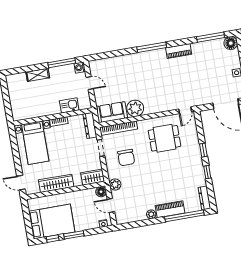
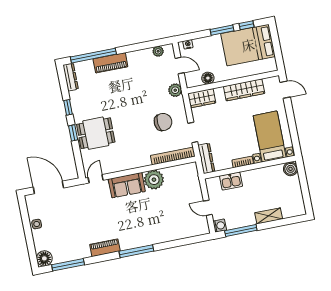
sofa: (112, 112) -> (127, 185), moved
boiler: (18, 115) -> (291, 169), added
dining table: (165, 138) -> (96, 133), moved
chair: (126, 158) -> (163, 122), turned 85
floor lamp: (101, 192) -> (208, 78), moved
plant: (151, 214) -> (158, 51), moved

